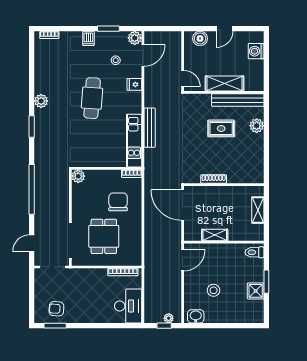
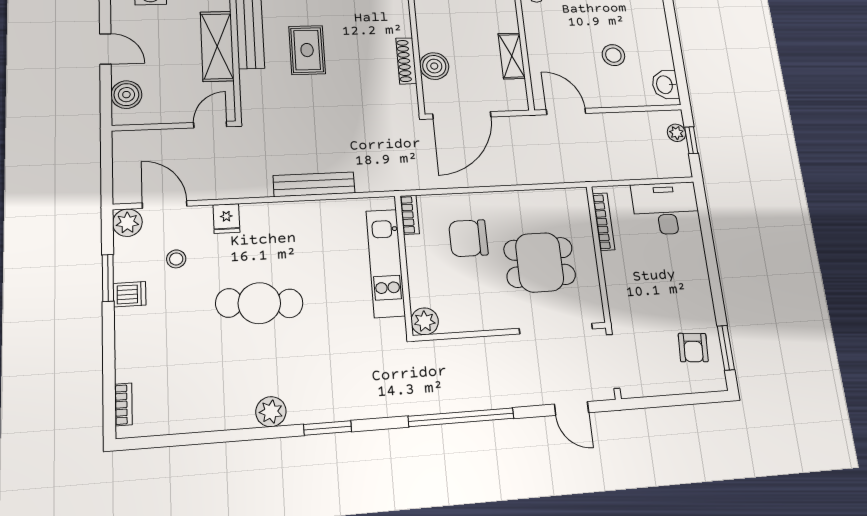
dishwasher: (88, 38) -> (130, 294), moved
kitchen unit: (134, 141) -> (386, 263), moved, turned 90
boiler: (210, 193) -> (434, 66), added

